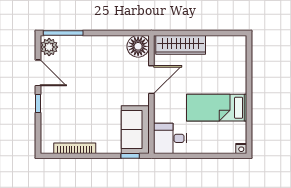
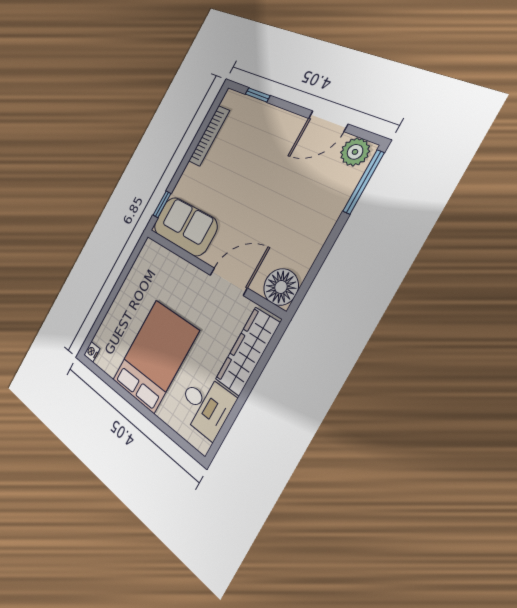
door: (151, 80) -> (228, 282), swing flipped
window: (38, 103) -> (258, 95), moved
bed: (217, 108) -> (155, 356), width x1.50
desk: (170, 138) -> (206, 405), moved, turned 90

